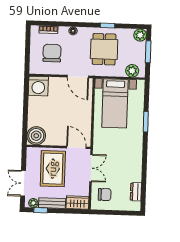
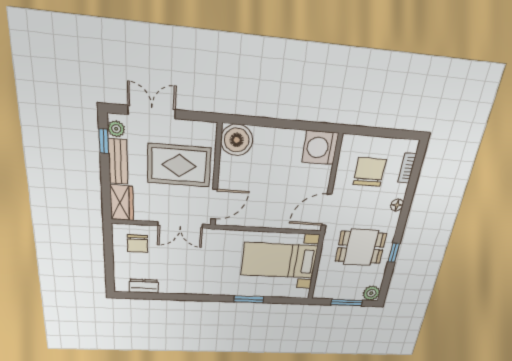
chair: (52, 53) -> (369, 172), turned -90
plant: (132, 71) -> (324, 283), removed

